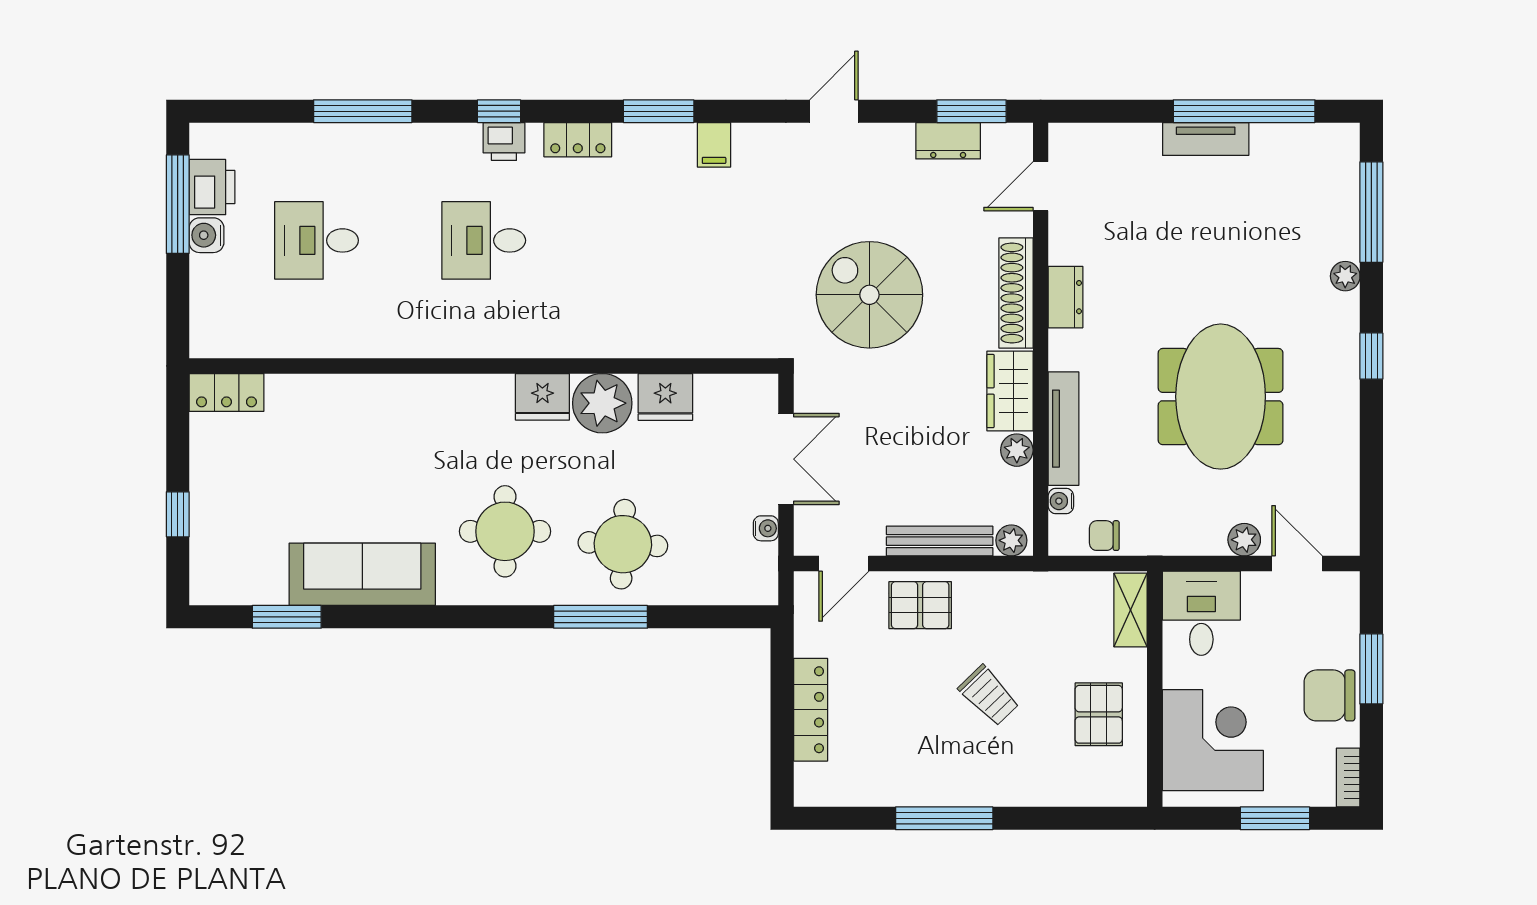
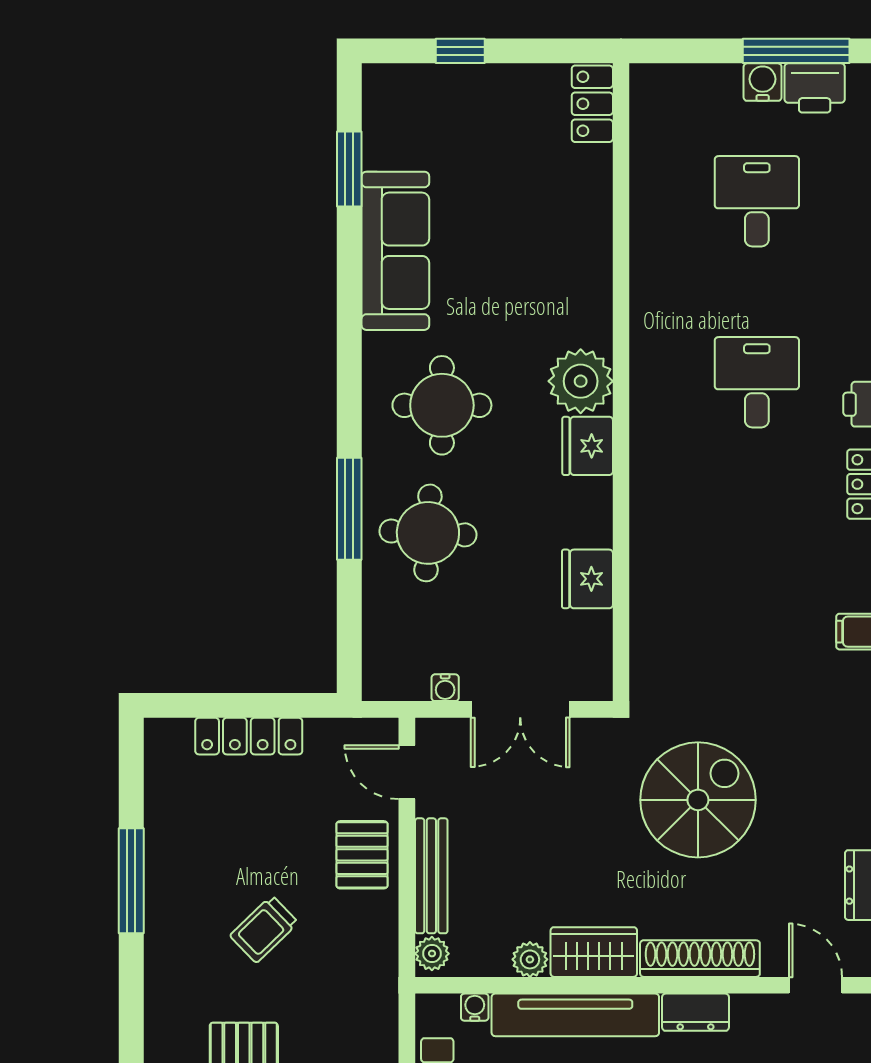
plant: (602, 403) -> (581, 381), moved
tv unit: (1064, 429) -> (575, 1015), width x1.36, depth x1.29

